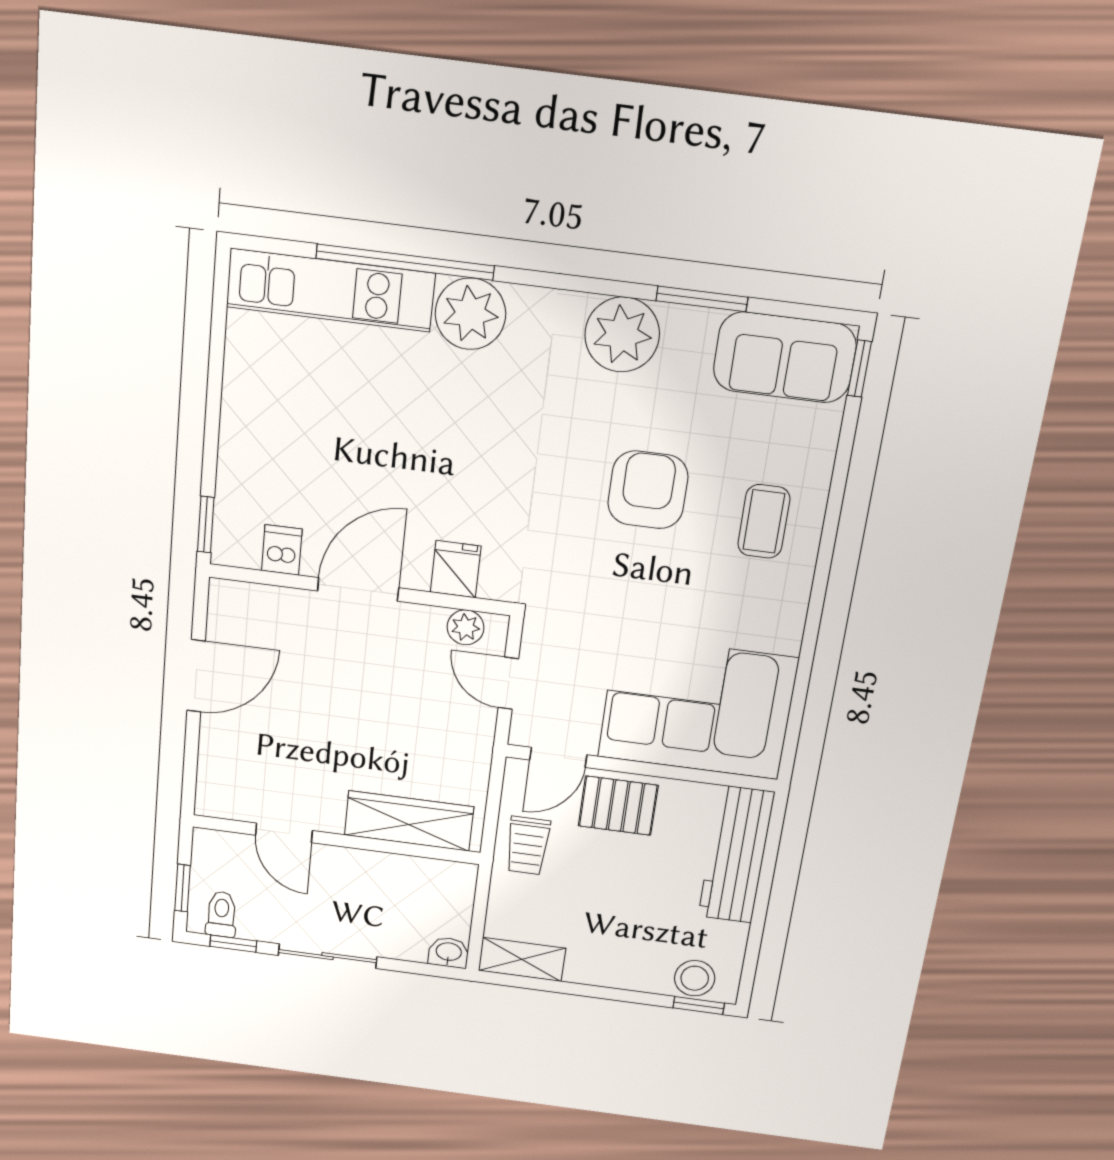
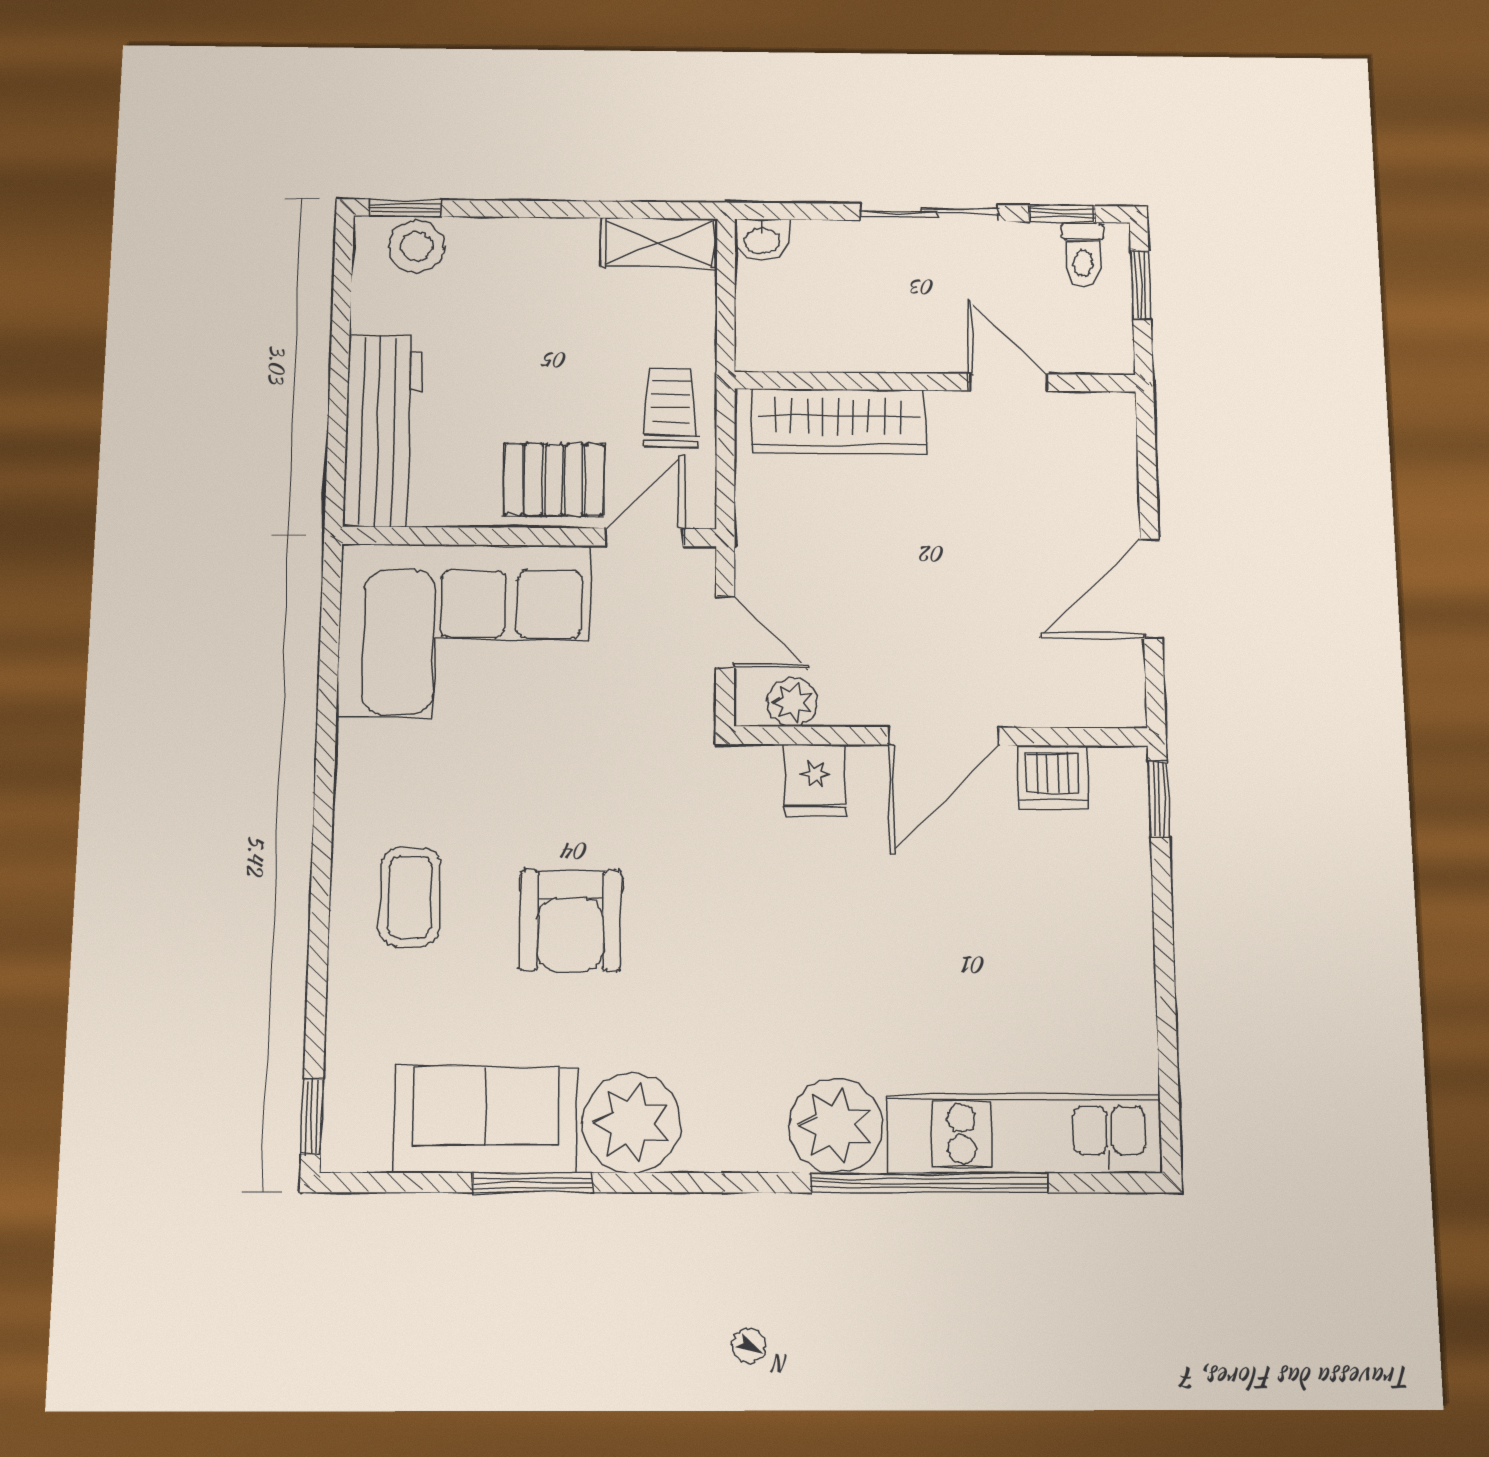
sofa: (785, 357) -> (486, 1119), moved
dishwasher: (282, 550) -> (1052, 777), width x1.38

